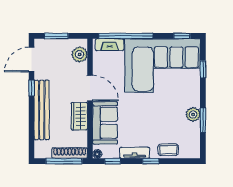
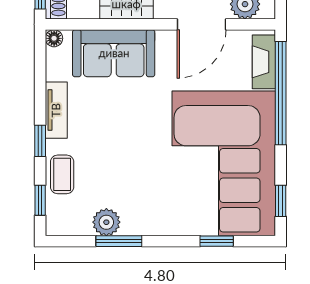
door: (90, 88) -> (202, 24), moved
plant: (193, 114) -> (106, 222), moved
window: (113, 161) -> (40, 200), moved

